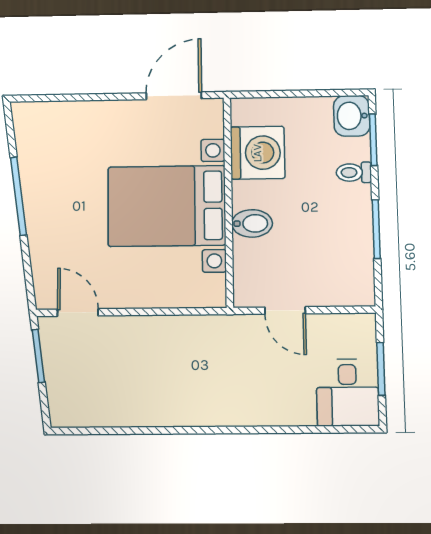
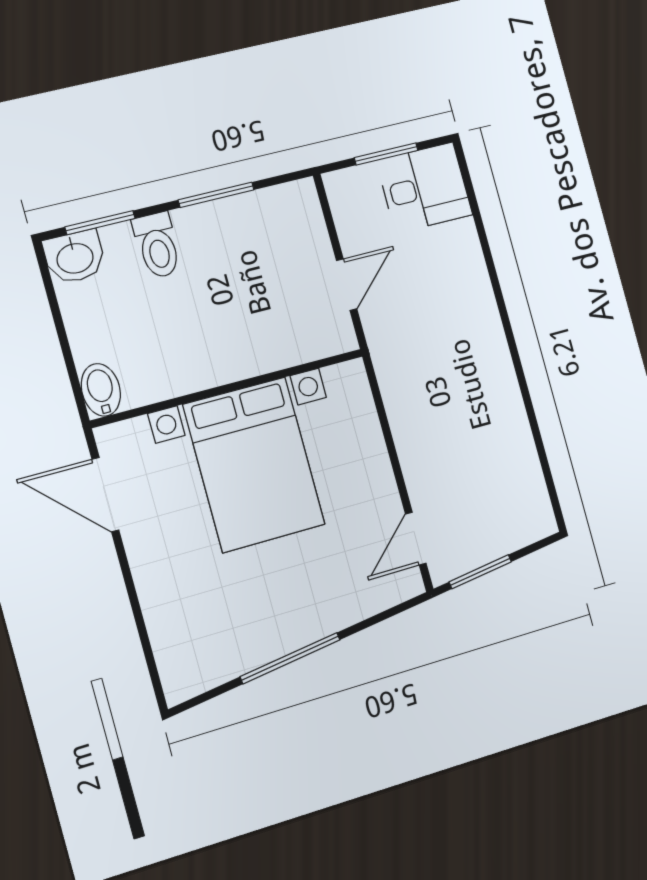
washing machine: (257, 153) -> (155, 367), removed
toilet: (354, 172) -> (157, 245), width x1.37, depth x1.39
bidet: (252, 223) -> (101, 390), moved

